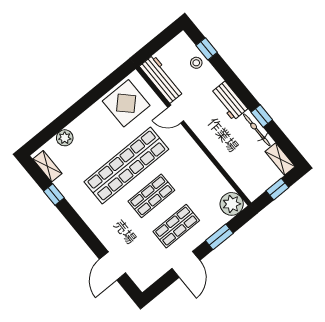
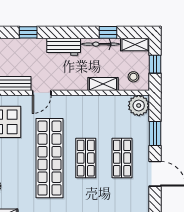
window: (207, 49) -> (28, 32), moved
stool: (196, 63) -> (133, 77), moved
window: (262, 116) -> (108, 32), moved
shelving: (225, 159) -> (103, 84), added

